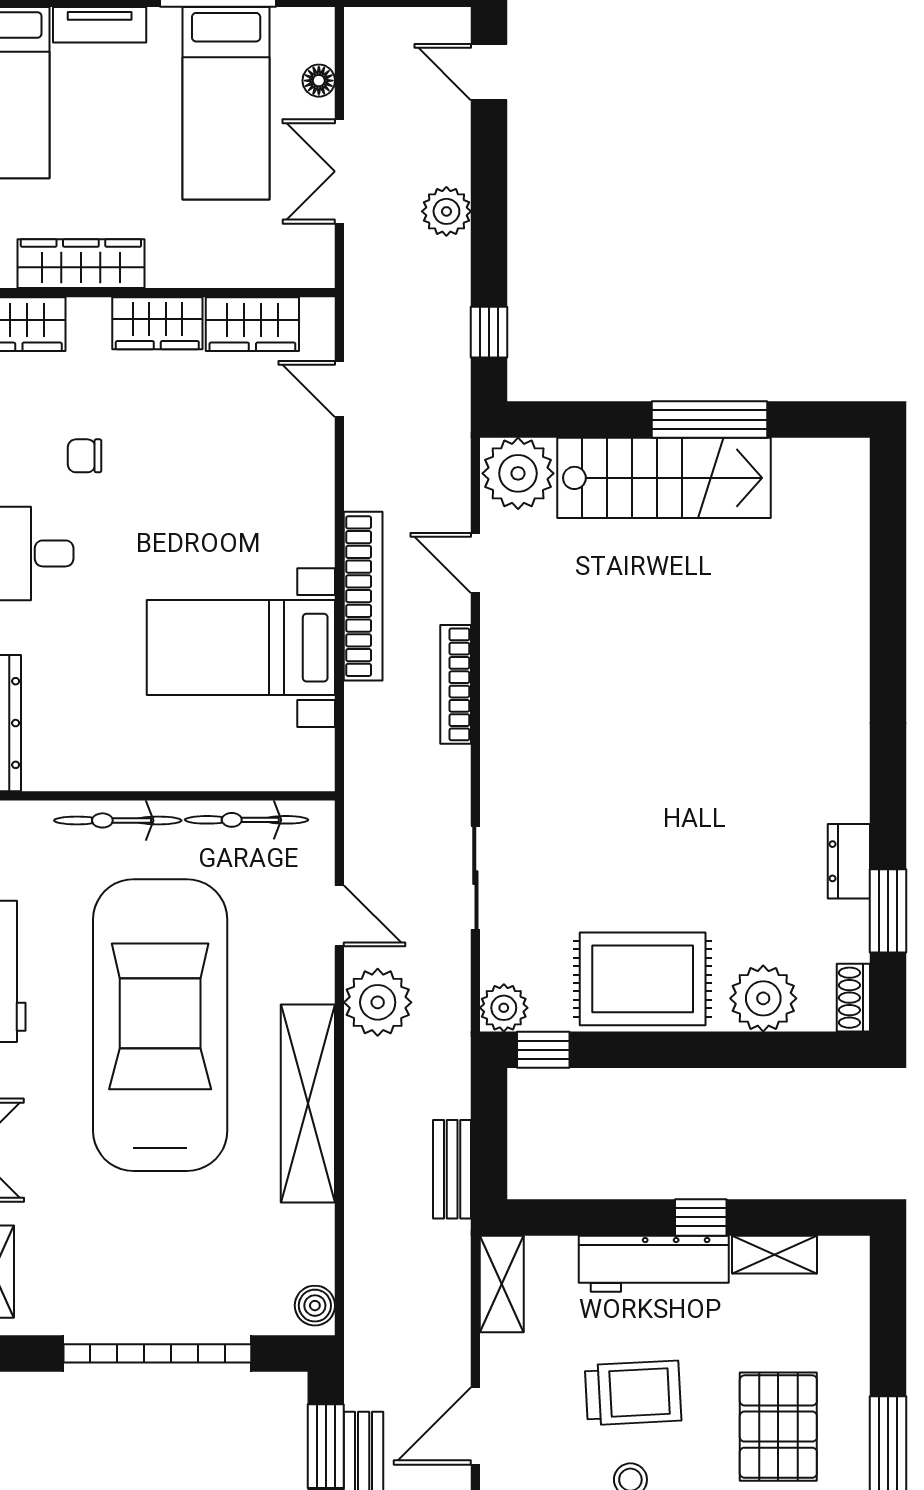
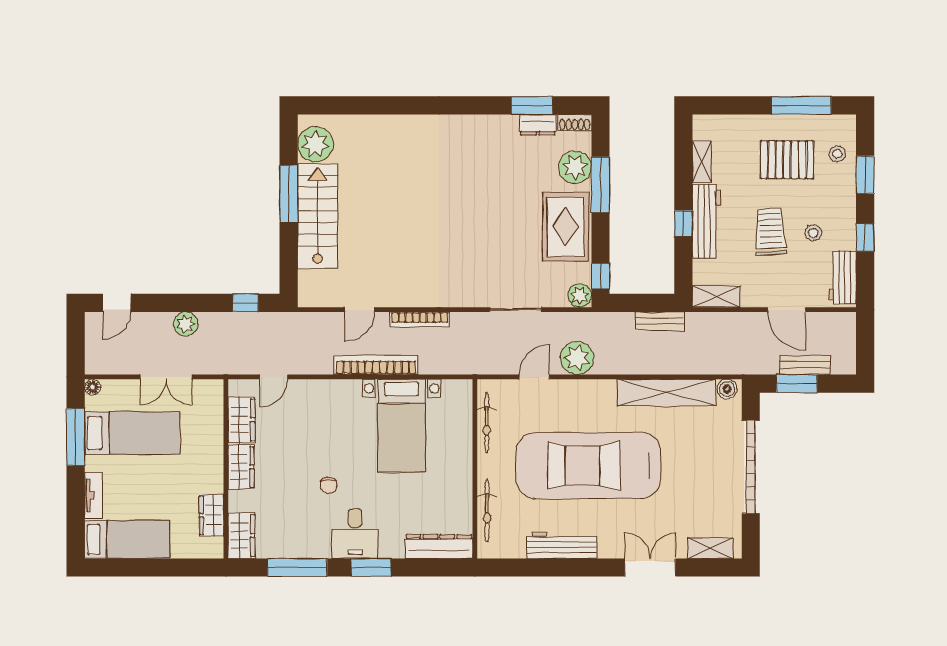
floor lamp: (319, 81) -> (93, 387), moved
wardrobe: (81, 264) -> (212, 515), width x0.67
chair: (85, 456) -> (329, 485), moved
plant: (518, 473) -> (315, 144), moved
bicycle: (118, 820) -> (487, 511), moved
dresser: (849, 861) -> (538, 125), moved
window: (728, 1050) -> (600, 185), added
shelving: (308, 1103) -> (666, 392), moved
window: (701, 1217) -> (683, 223), moved

